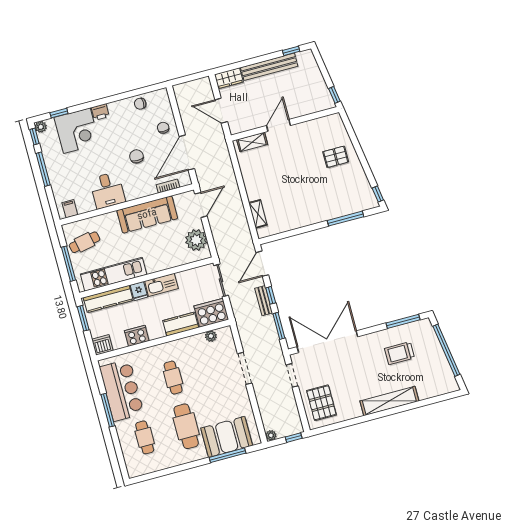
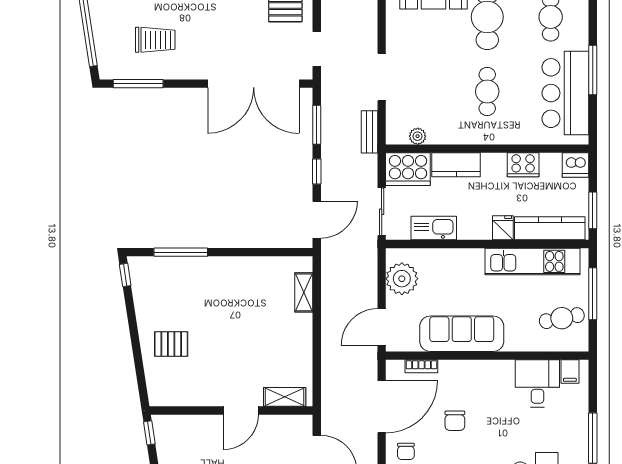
desk: (107, 190) -> (537, 383), moved
kitchen sink: (161, 285) -> (434, 228), moved
bench: (264, 301) -> (370, 132), moved

